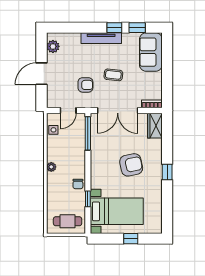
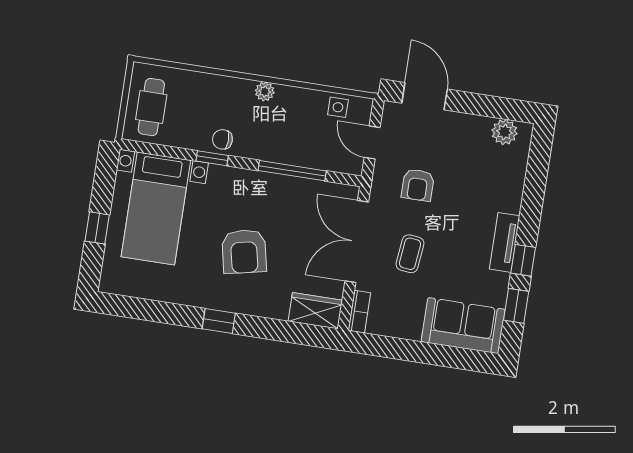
tv unit: (101, 38) -> (505, 242), width x0.71
door: (41, 74) -> (425, 96), moved
coffee table: (113, 75) -> (410, 254), moved
window: (88, 133) -> (292, 171), moved
window: (88, 199) -> (212, 158), moved

